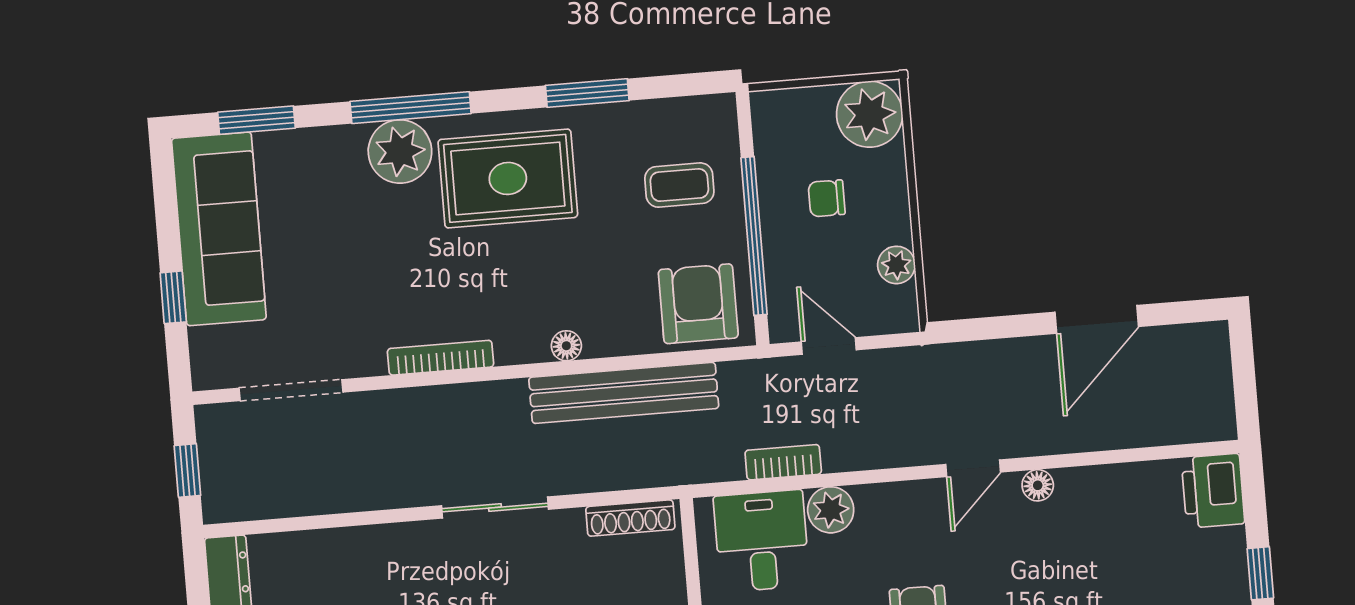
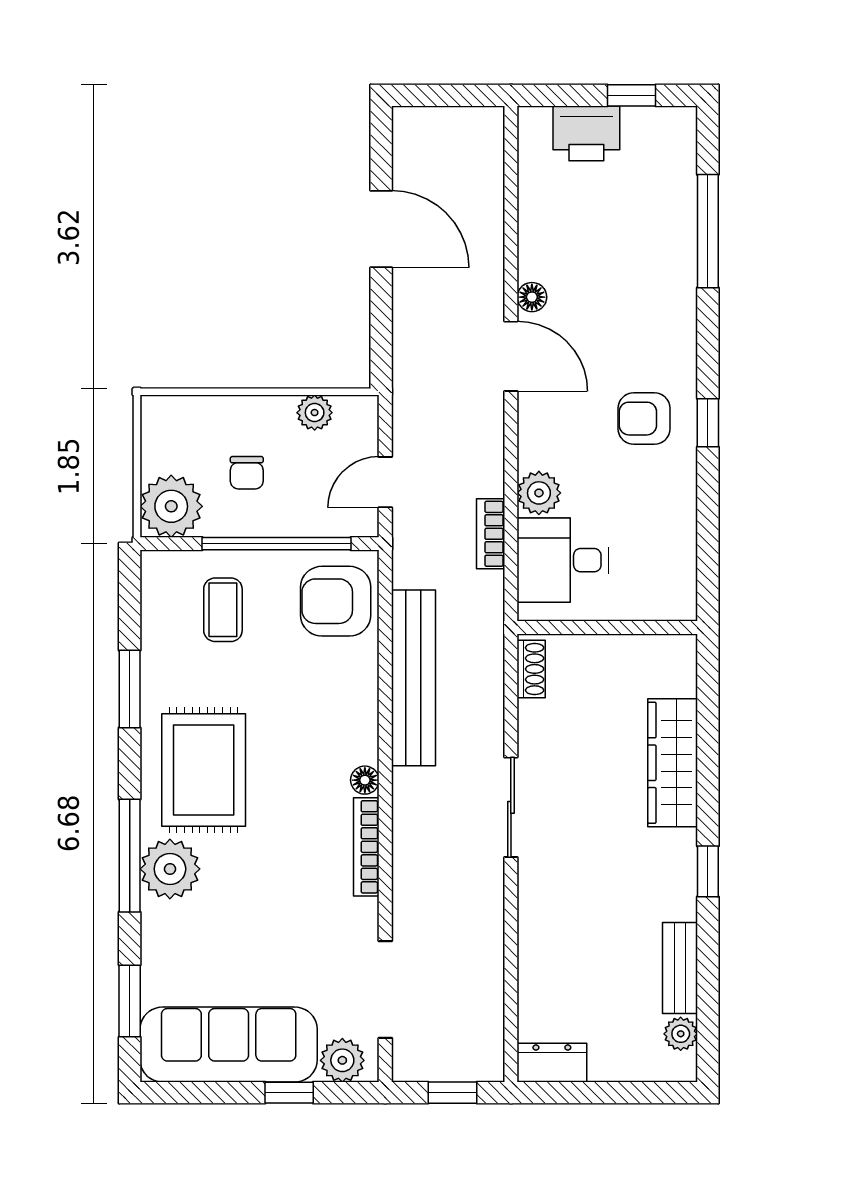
plant: (870, 114) -> (171, 506), moved
floor lamp: (566, 346) -> (365, 780), moved
plant: (212, 351) -> (342, 1060), added
door: (973, 468) -> (511, 356), width x1.38
printer: (1213, 491) -> (586, 133), moved
shoe rack: (630, 518) -> (531, 669), width x0.70

